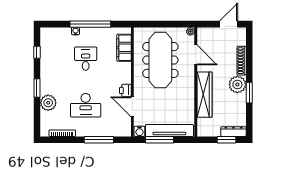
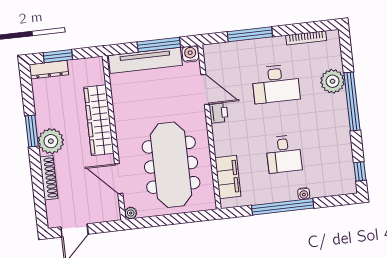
window: (37, 52) -> (360, 171), moved
window: (37, 88) -> (352, 101), width x2.11
desk: (86, 105) -> (276, 84), turned 180

